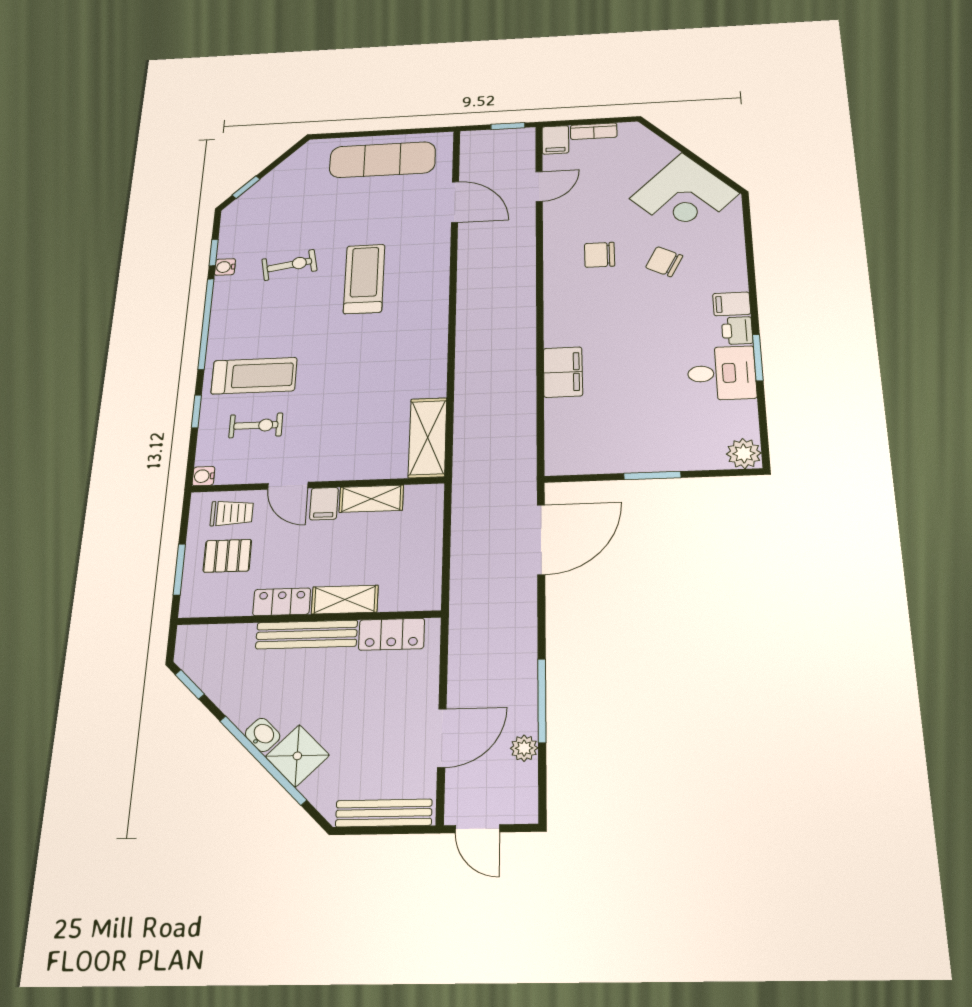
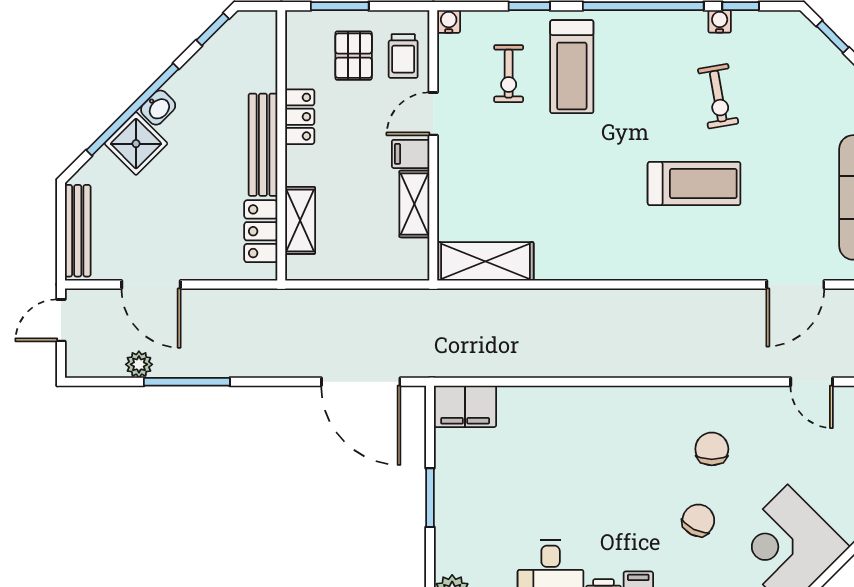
filing cabinet: (563, 372) -> (465, 406), moved
shelving: (345, 600) -> (300, 220), moved

